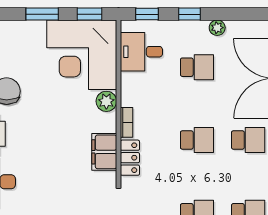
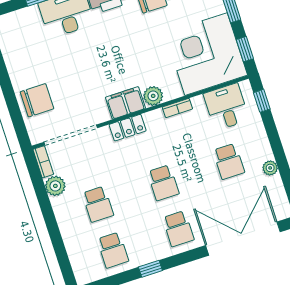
window: (190, 14) -> (274, 139), removed
plant: (106, 101) -> (153, 96), moved
bookcase: (126, 122) -> (177, 108), moved

